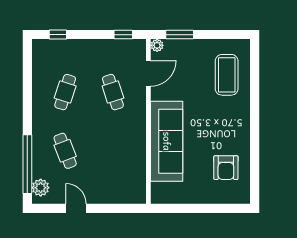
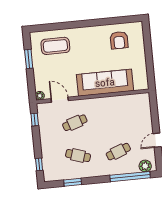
window: (180, 35) -> (29, 59), moved
window: (27, 80) -> (73, 182), added
armchair: (226, 168) -> (119, 40), turned 90

